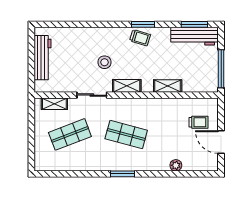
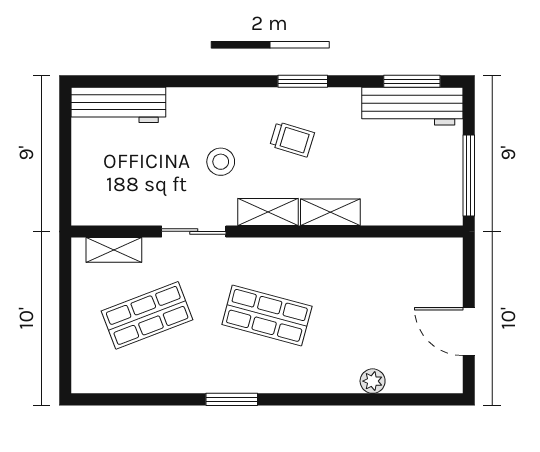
trolley: (140, 38) -> (292, 139), moved
workbench: (43, 58) -> (118, 105), moved, turned 90
shelving: (168, 86) -> (330, 212), moved
trolley: (198, 122) -> (421, 289), removed
window: (122, 174) -> (232, 399), moved

